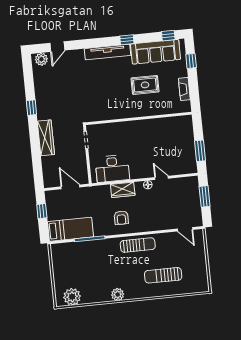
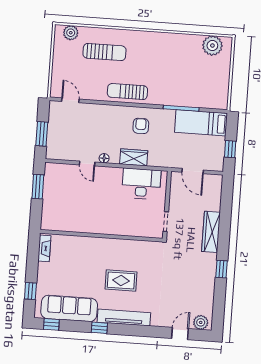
rug: (145, 85) -> (121, 281), moved
fireplace: (184, 89) -> (44, 248), moved
plant: (118, 295) -> (71, 33), moved

